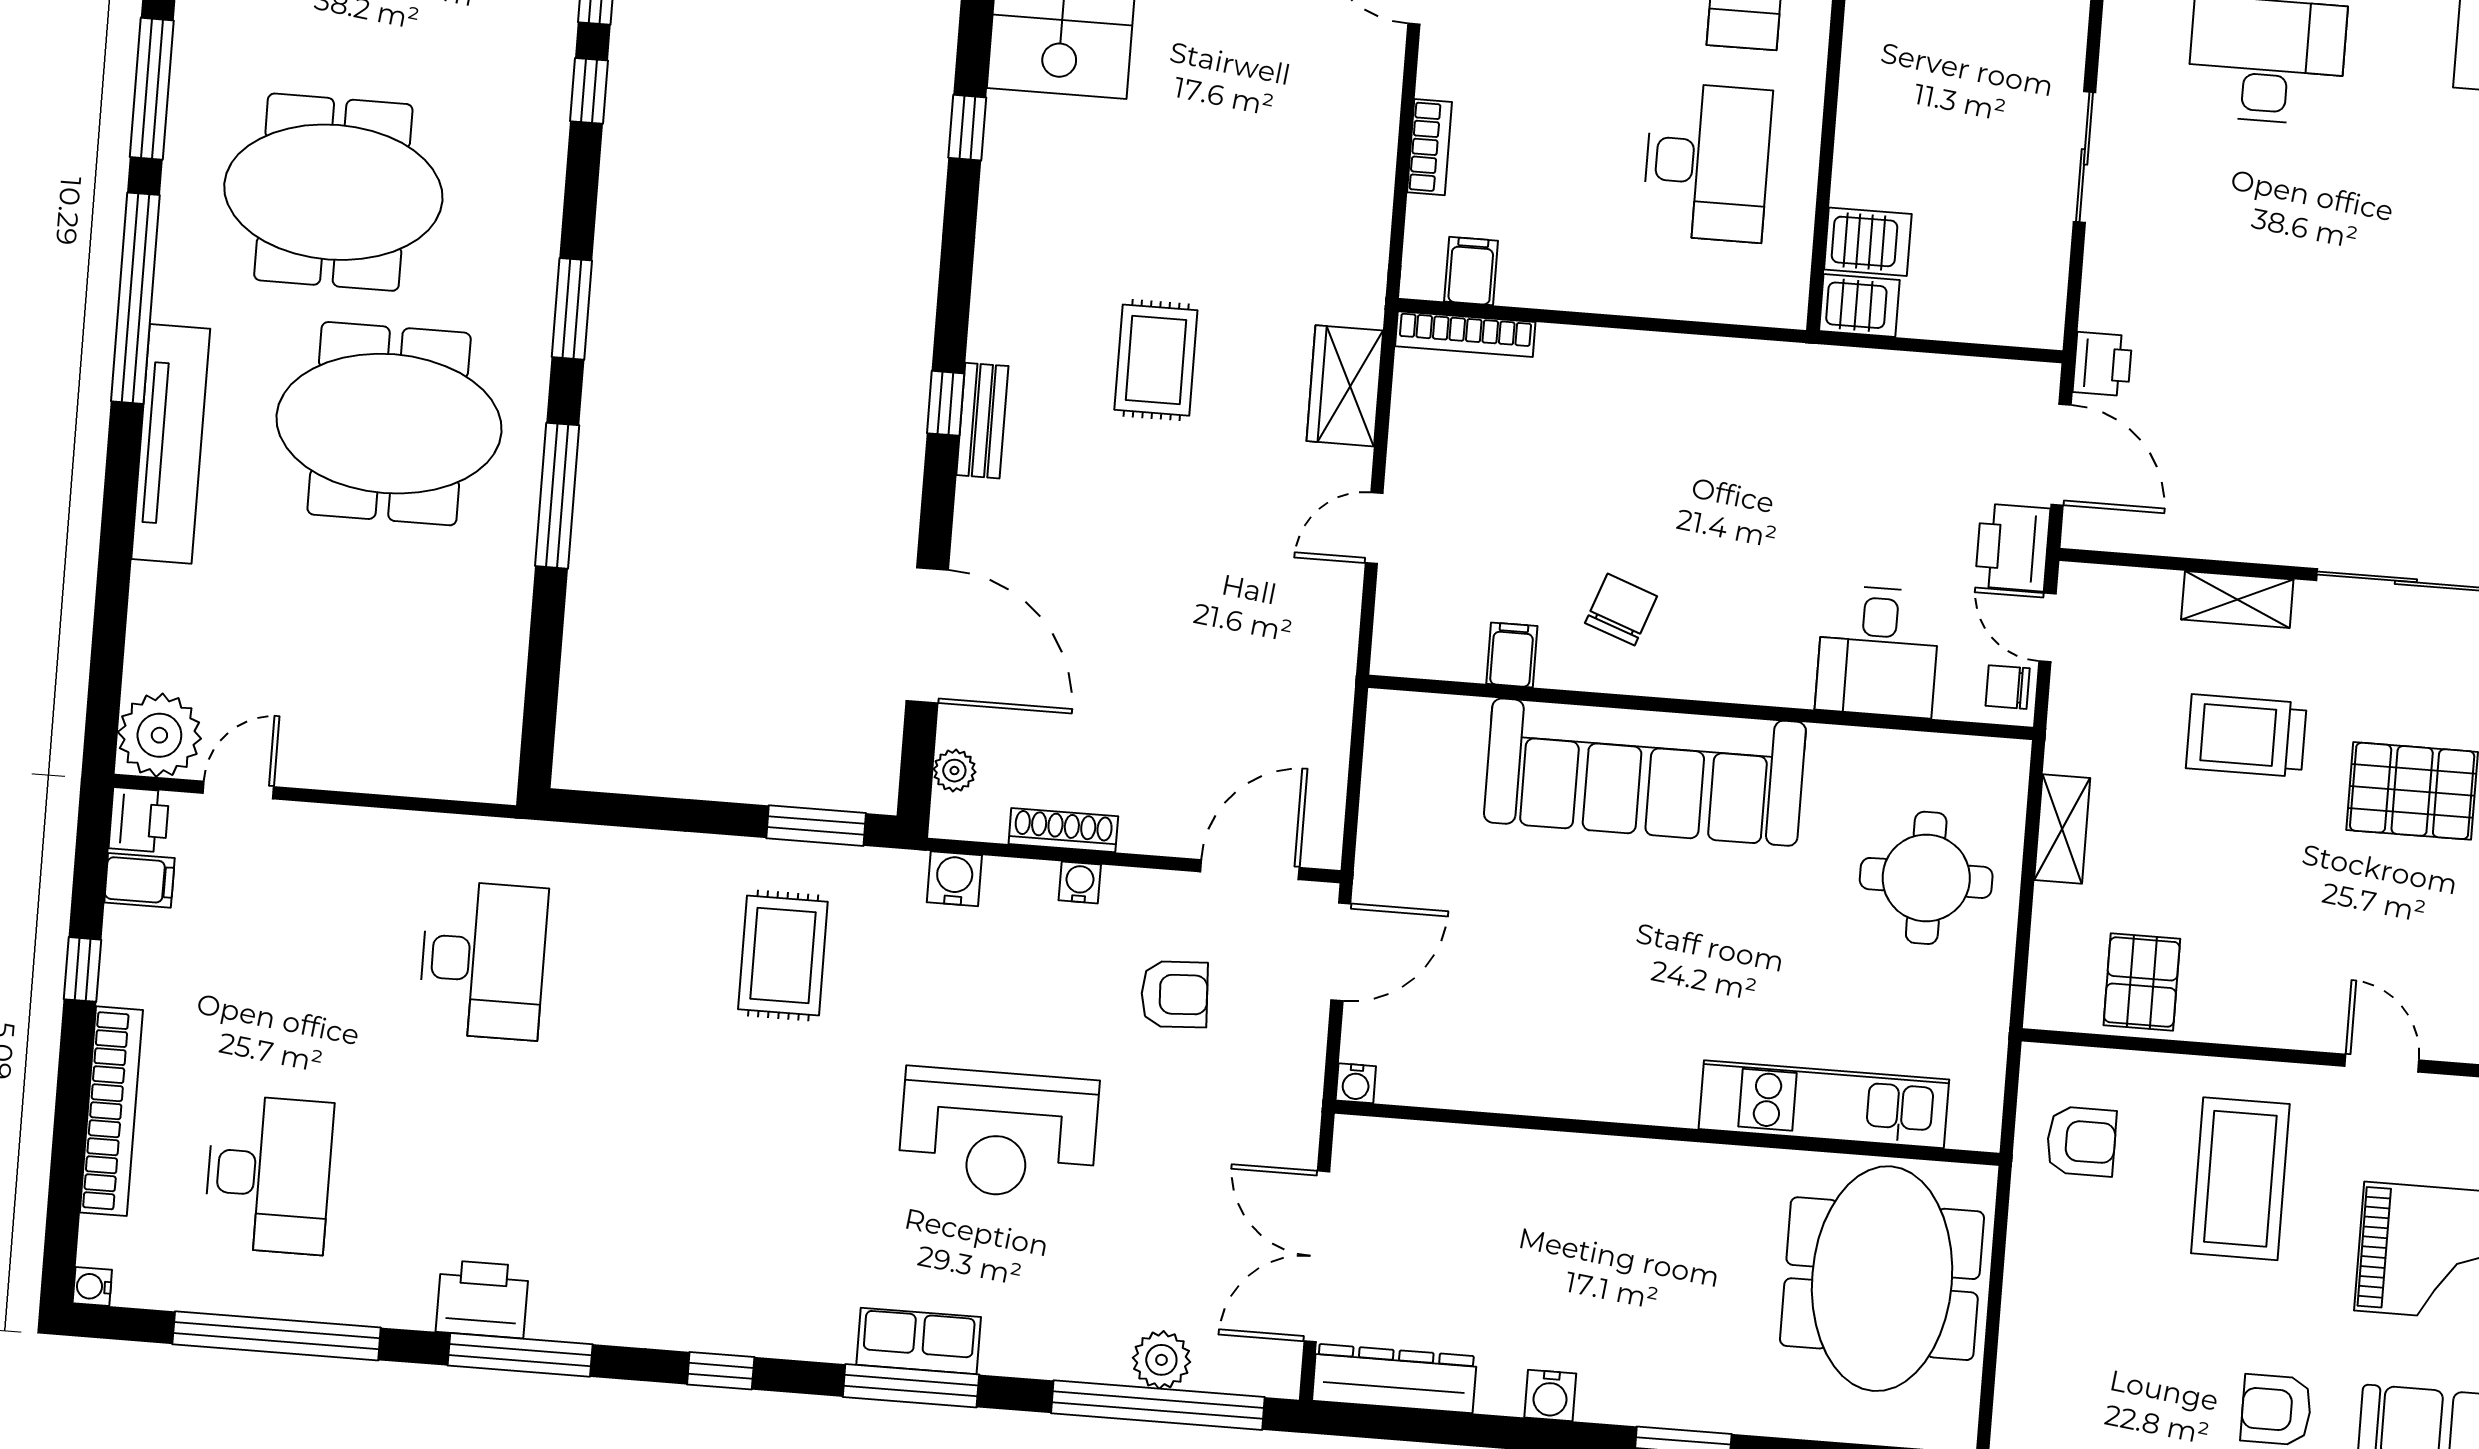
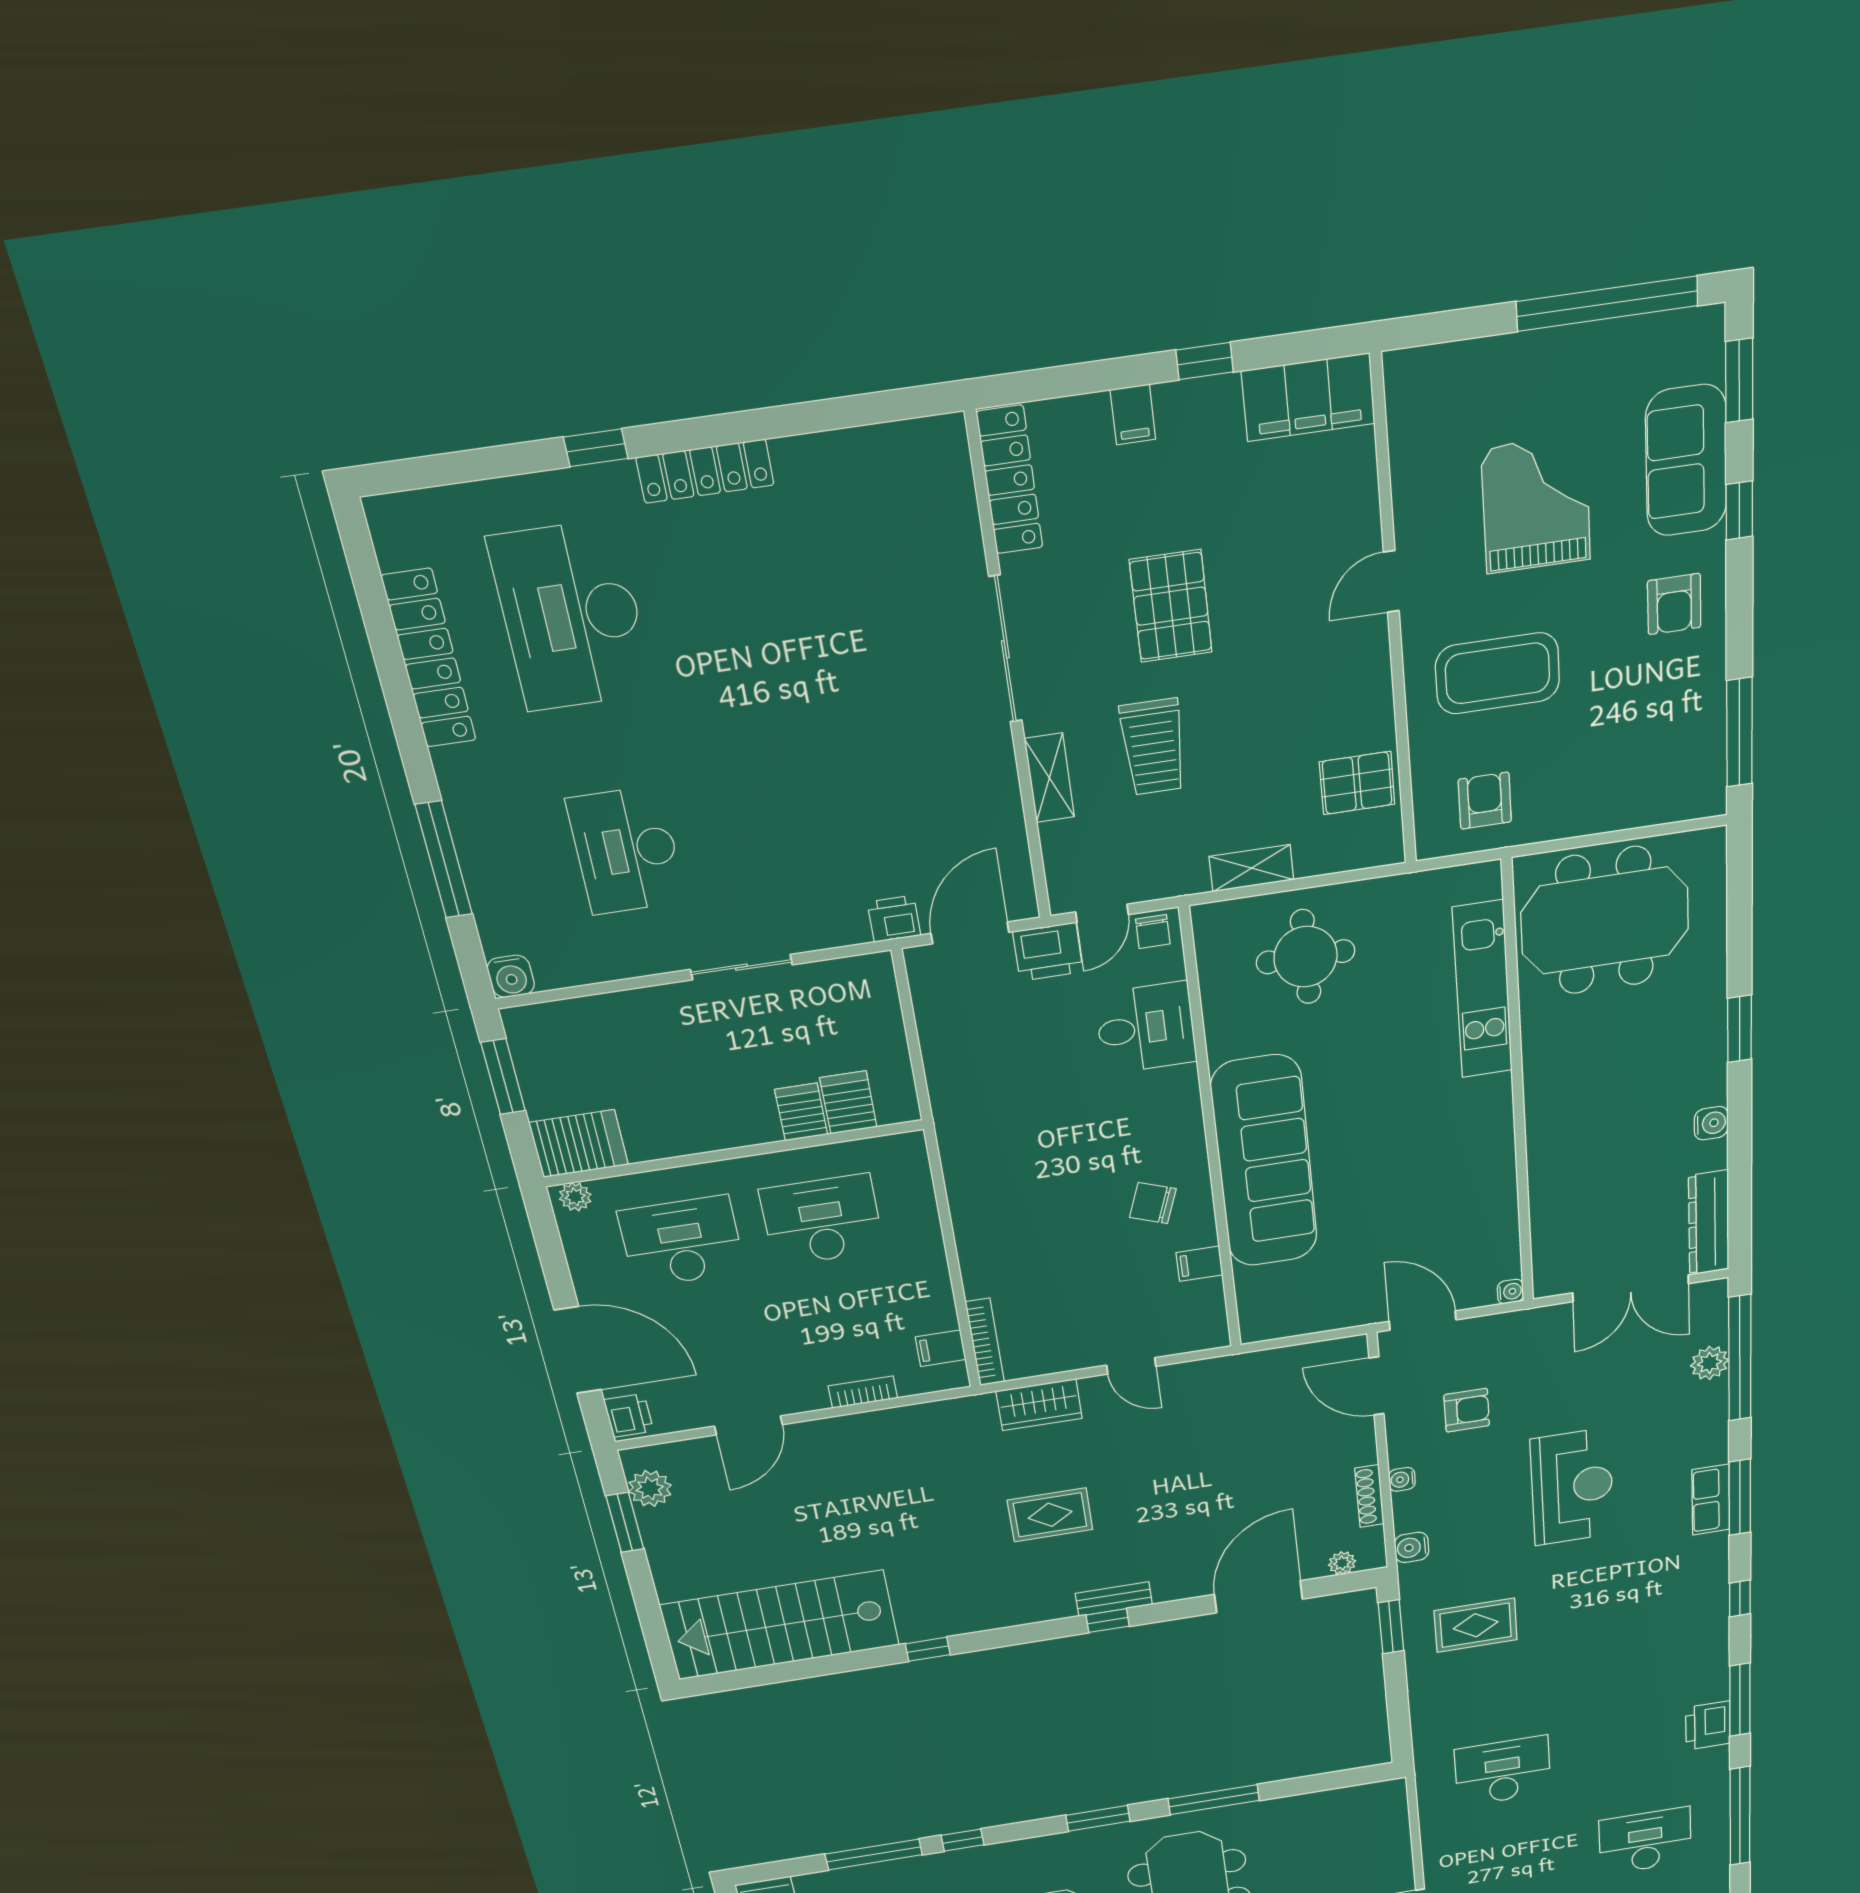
server rack: (1859, 305) -> (801, 1112), moved
armchair: (1174, 994) -> (1467, 1410), turned 93

